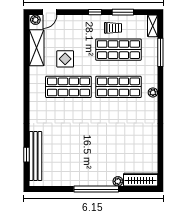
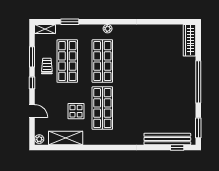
door: (50, 12) -> (32, 111), moved
window: (160, 52) -> (70, 22), width x0.69
window: (27, 155) -> (177, 147), moved
plant: (118, 181) -> (191, 62), removed
window: (47, 189) -> (198, 128), added

